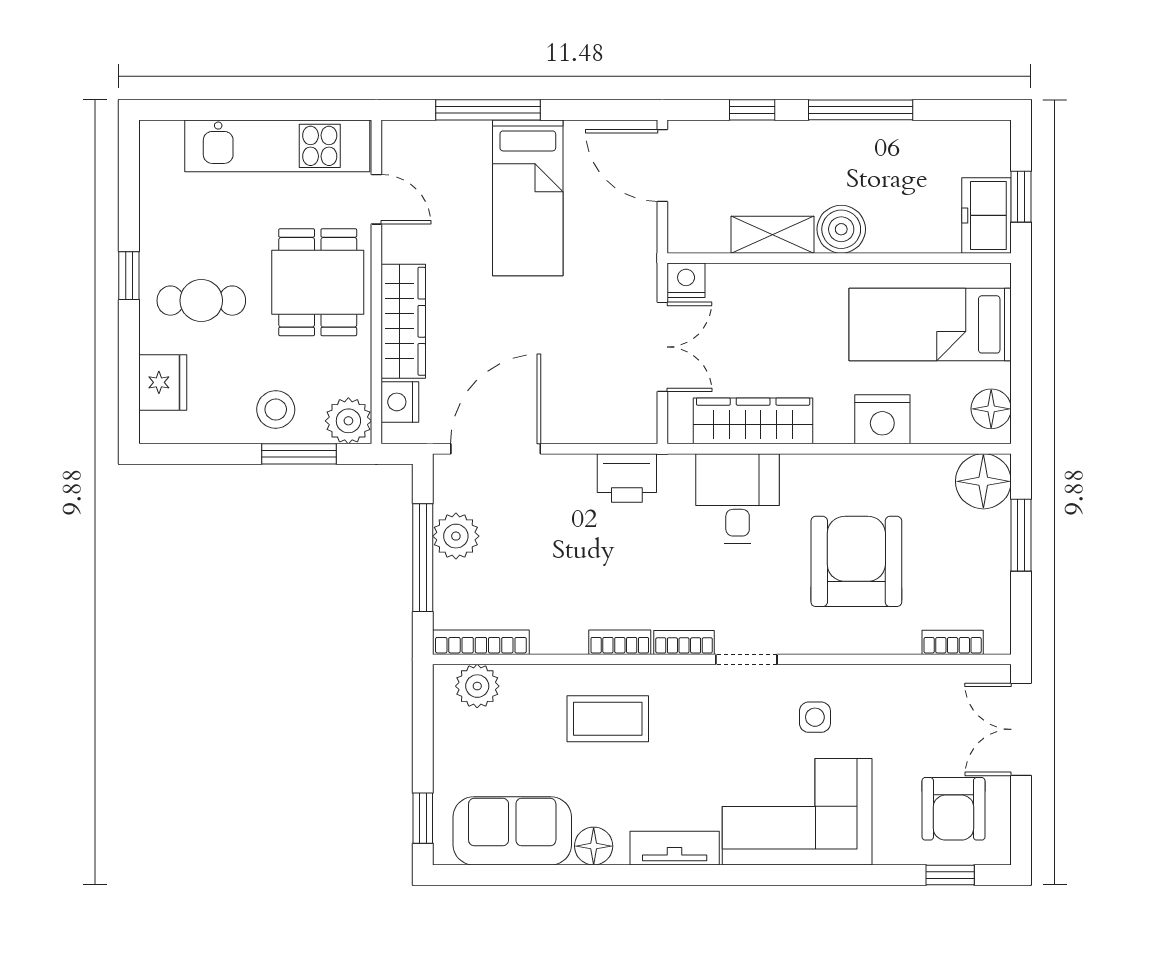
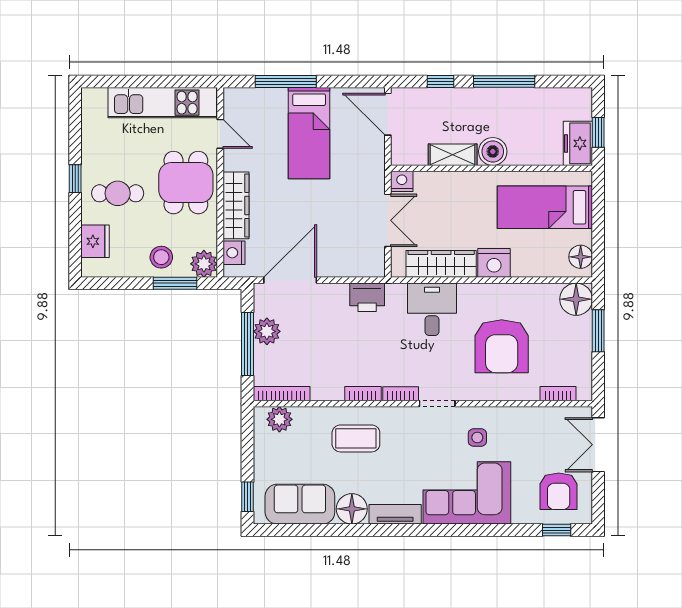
nightstand: (882, 419) -> (494, 263), moved
armchair: (856, 561) -> (502, 346), turned 180
floor lamp: (594, 846) -> (352, 509), width x1.38, depth x1.38

